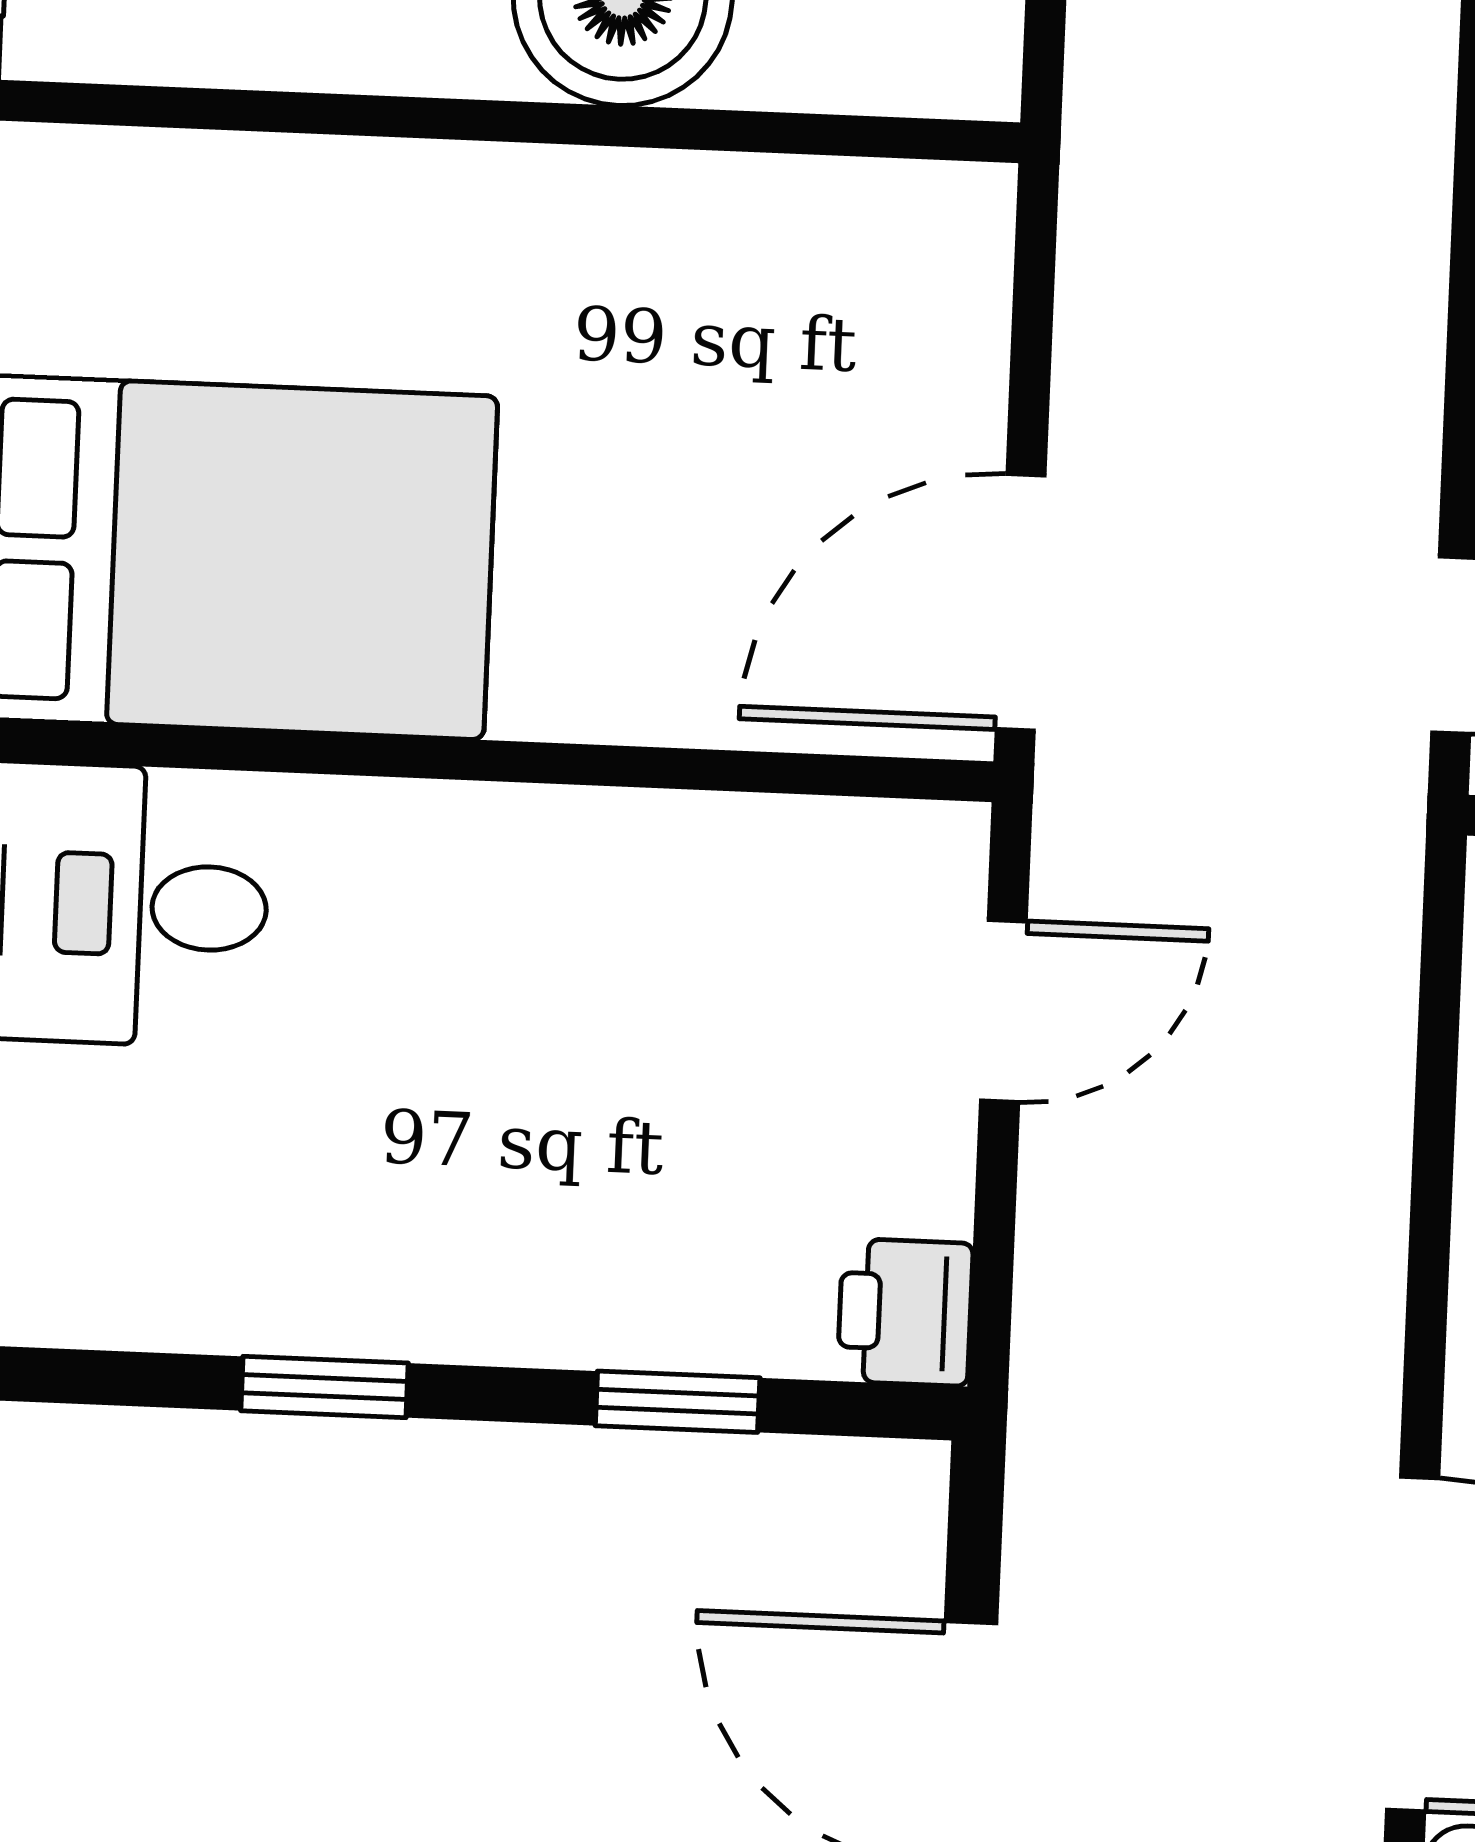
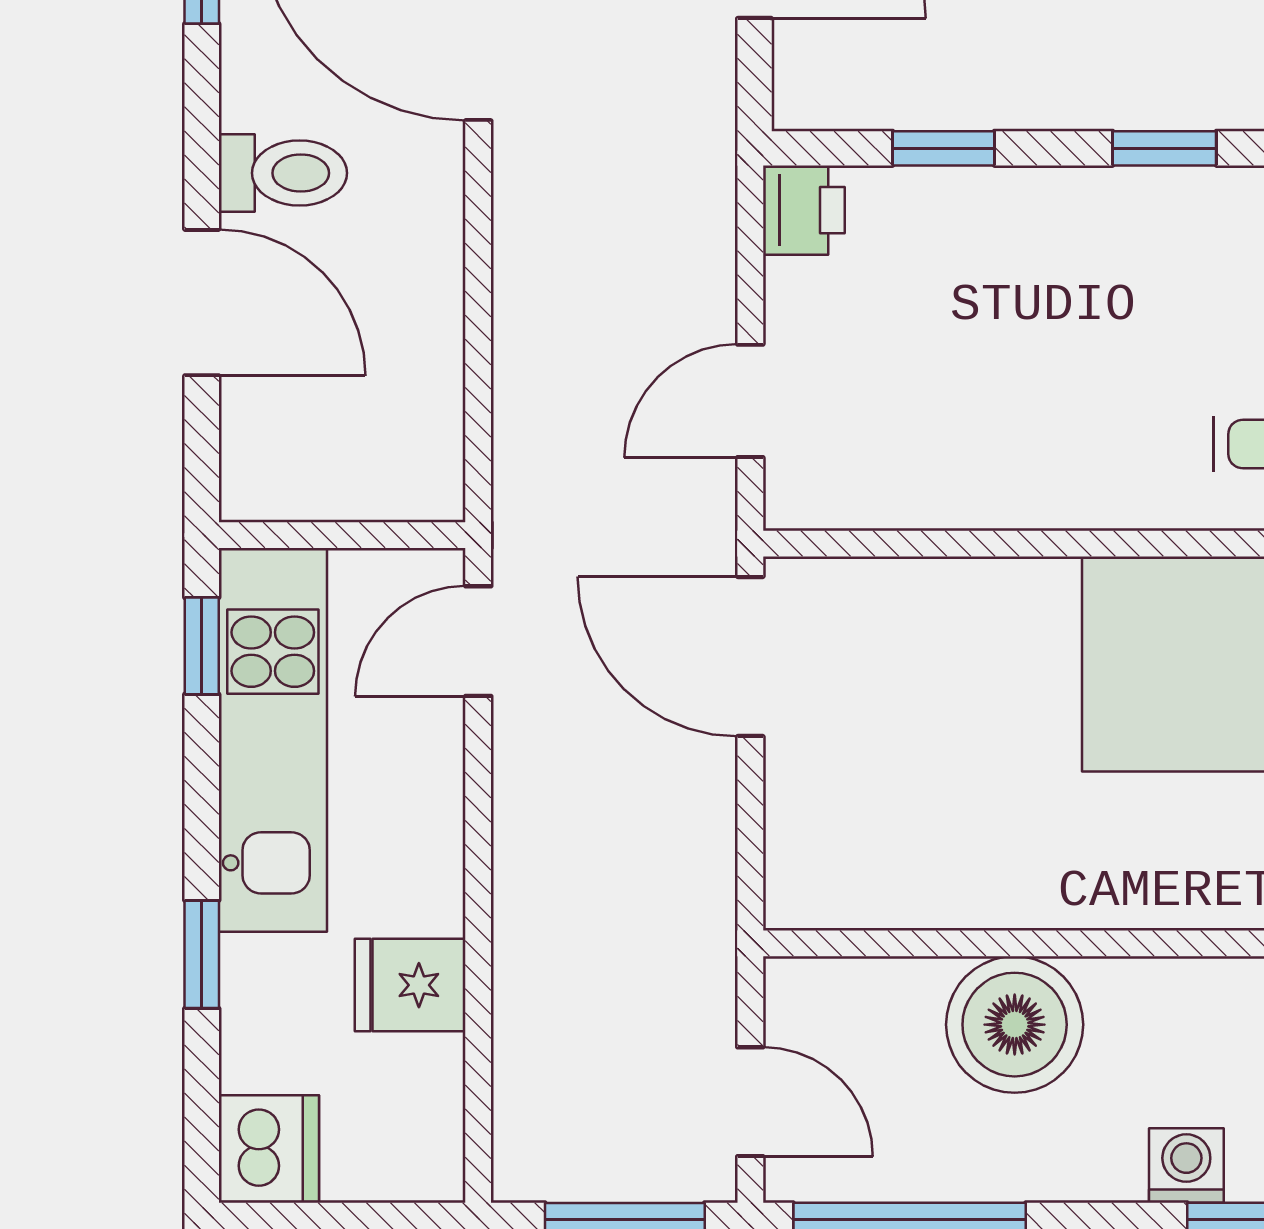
door: (1021, 602) -> (750, 657), swing flipped

